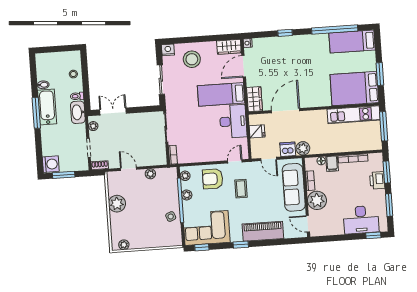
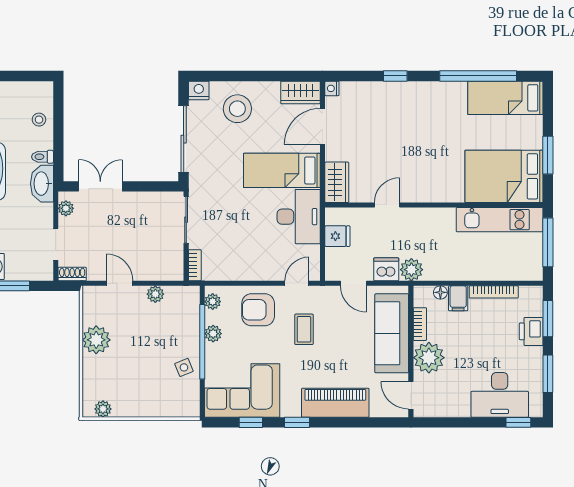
sliding door: (161, 80) -> (184, 139), width x1.37
door: (286, 111) -> (387, 205), width x0.53
window: (202, 247) -> (251, 422), moved

